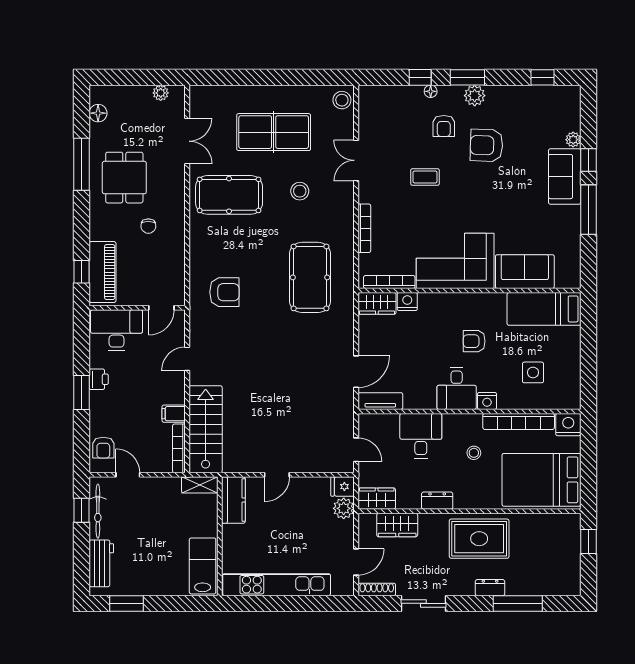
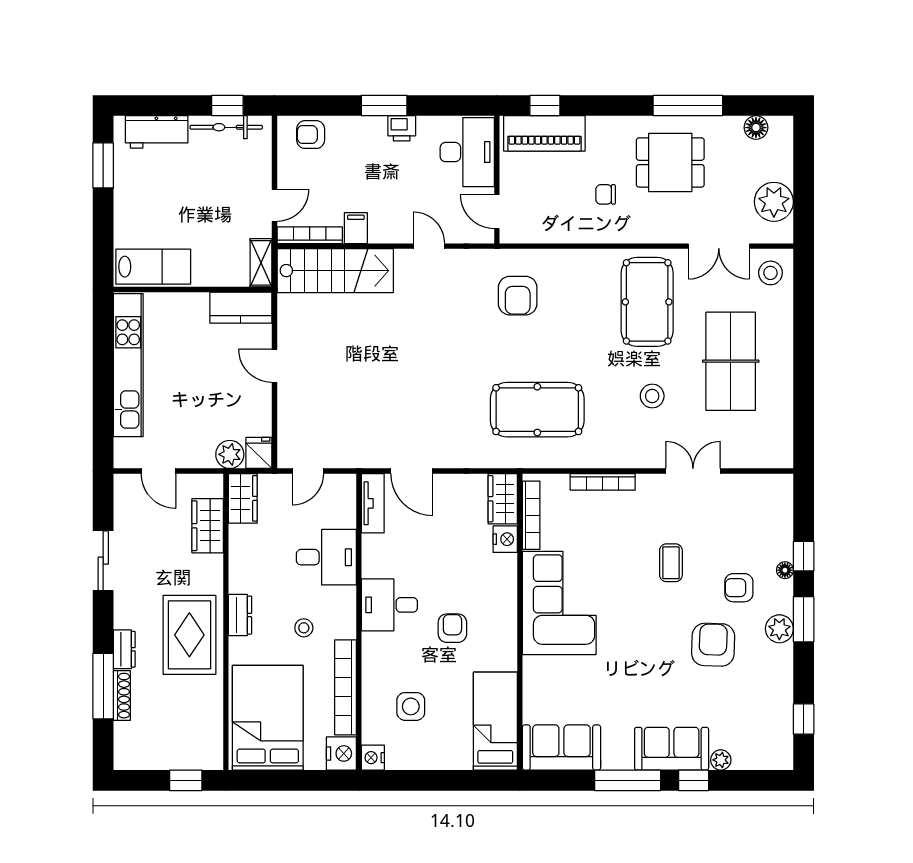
plant: (161, 93) -> (774, 202), width x1.88, depth x1.88
stool: (342, 100) -> (770, 273), moved
sofa: (525, 272) -> (561, 748), moved, turned -90
nightstand: (487, 401) -> (373, 758), moved
door: (128, 475) -> (274, 205), moved
dresser: (437, 501) -> (240, 615), moved
shoe rack: (377, 589) -> (122, 696), moved

